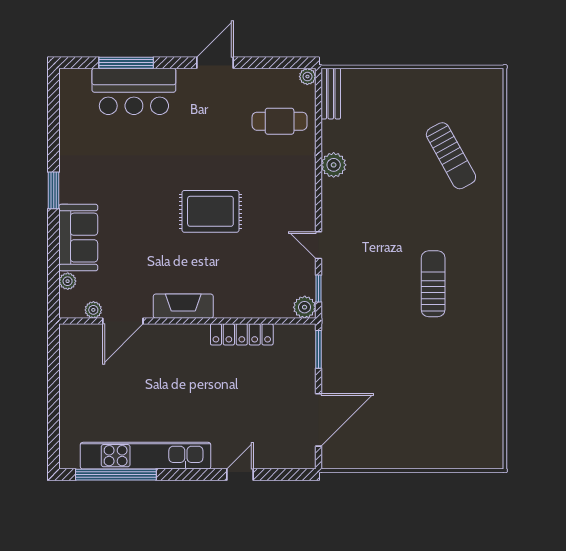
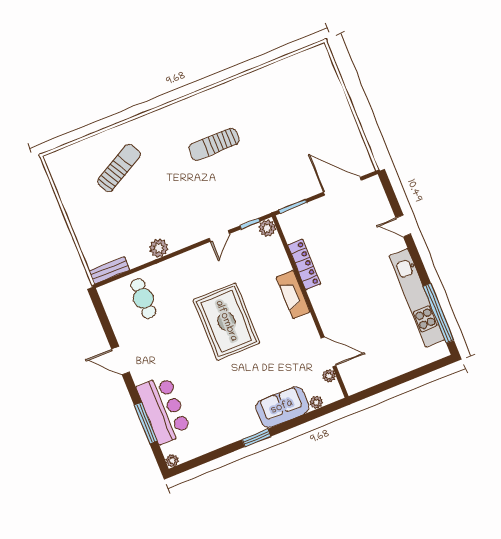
plant: (307, 77) -> (172, 461), moved
rug: (210, 211) -> (226, 321), width x1.37, depth x1.44
fireplace: (183, 306) -> (293, 294), moved

